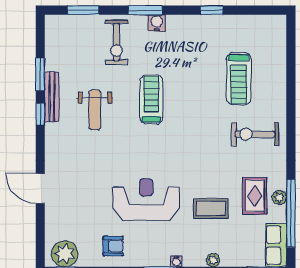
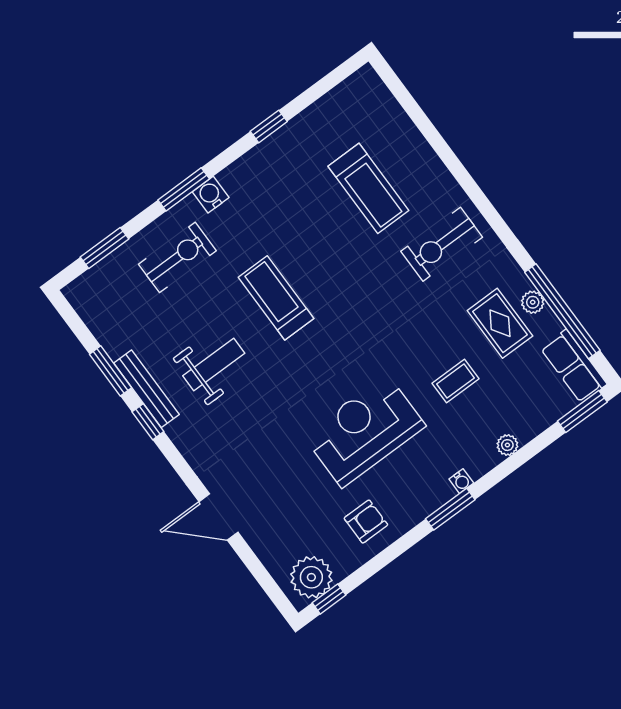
exercise bike: (117, 42) -> (177, 257), turned -90
weight bench: (95, 110) -> (214, 365), turned -90
coffee table: (211, 208) -> (456, 381), width x0.73, depth x0.77

